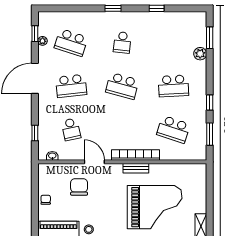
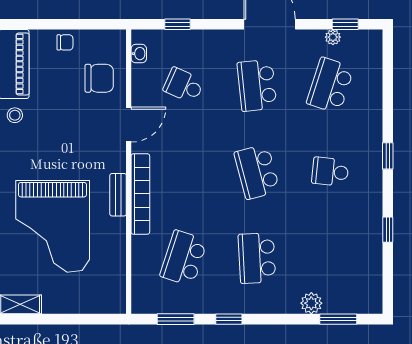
school desk: (122, 86) -> (257, 172), turned -30
school desk: (71, 129) -> (184, 85), turned 36
chair: (79, 187) -> (99, 78), moved

